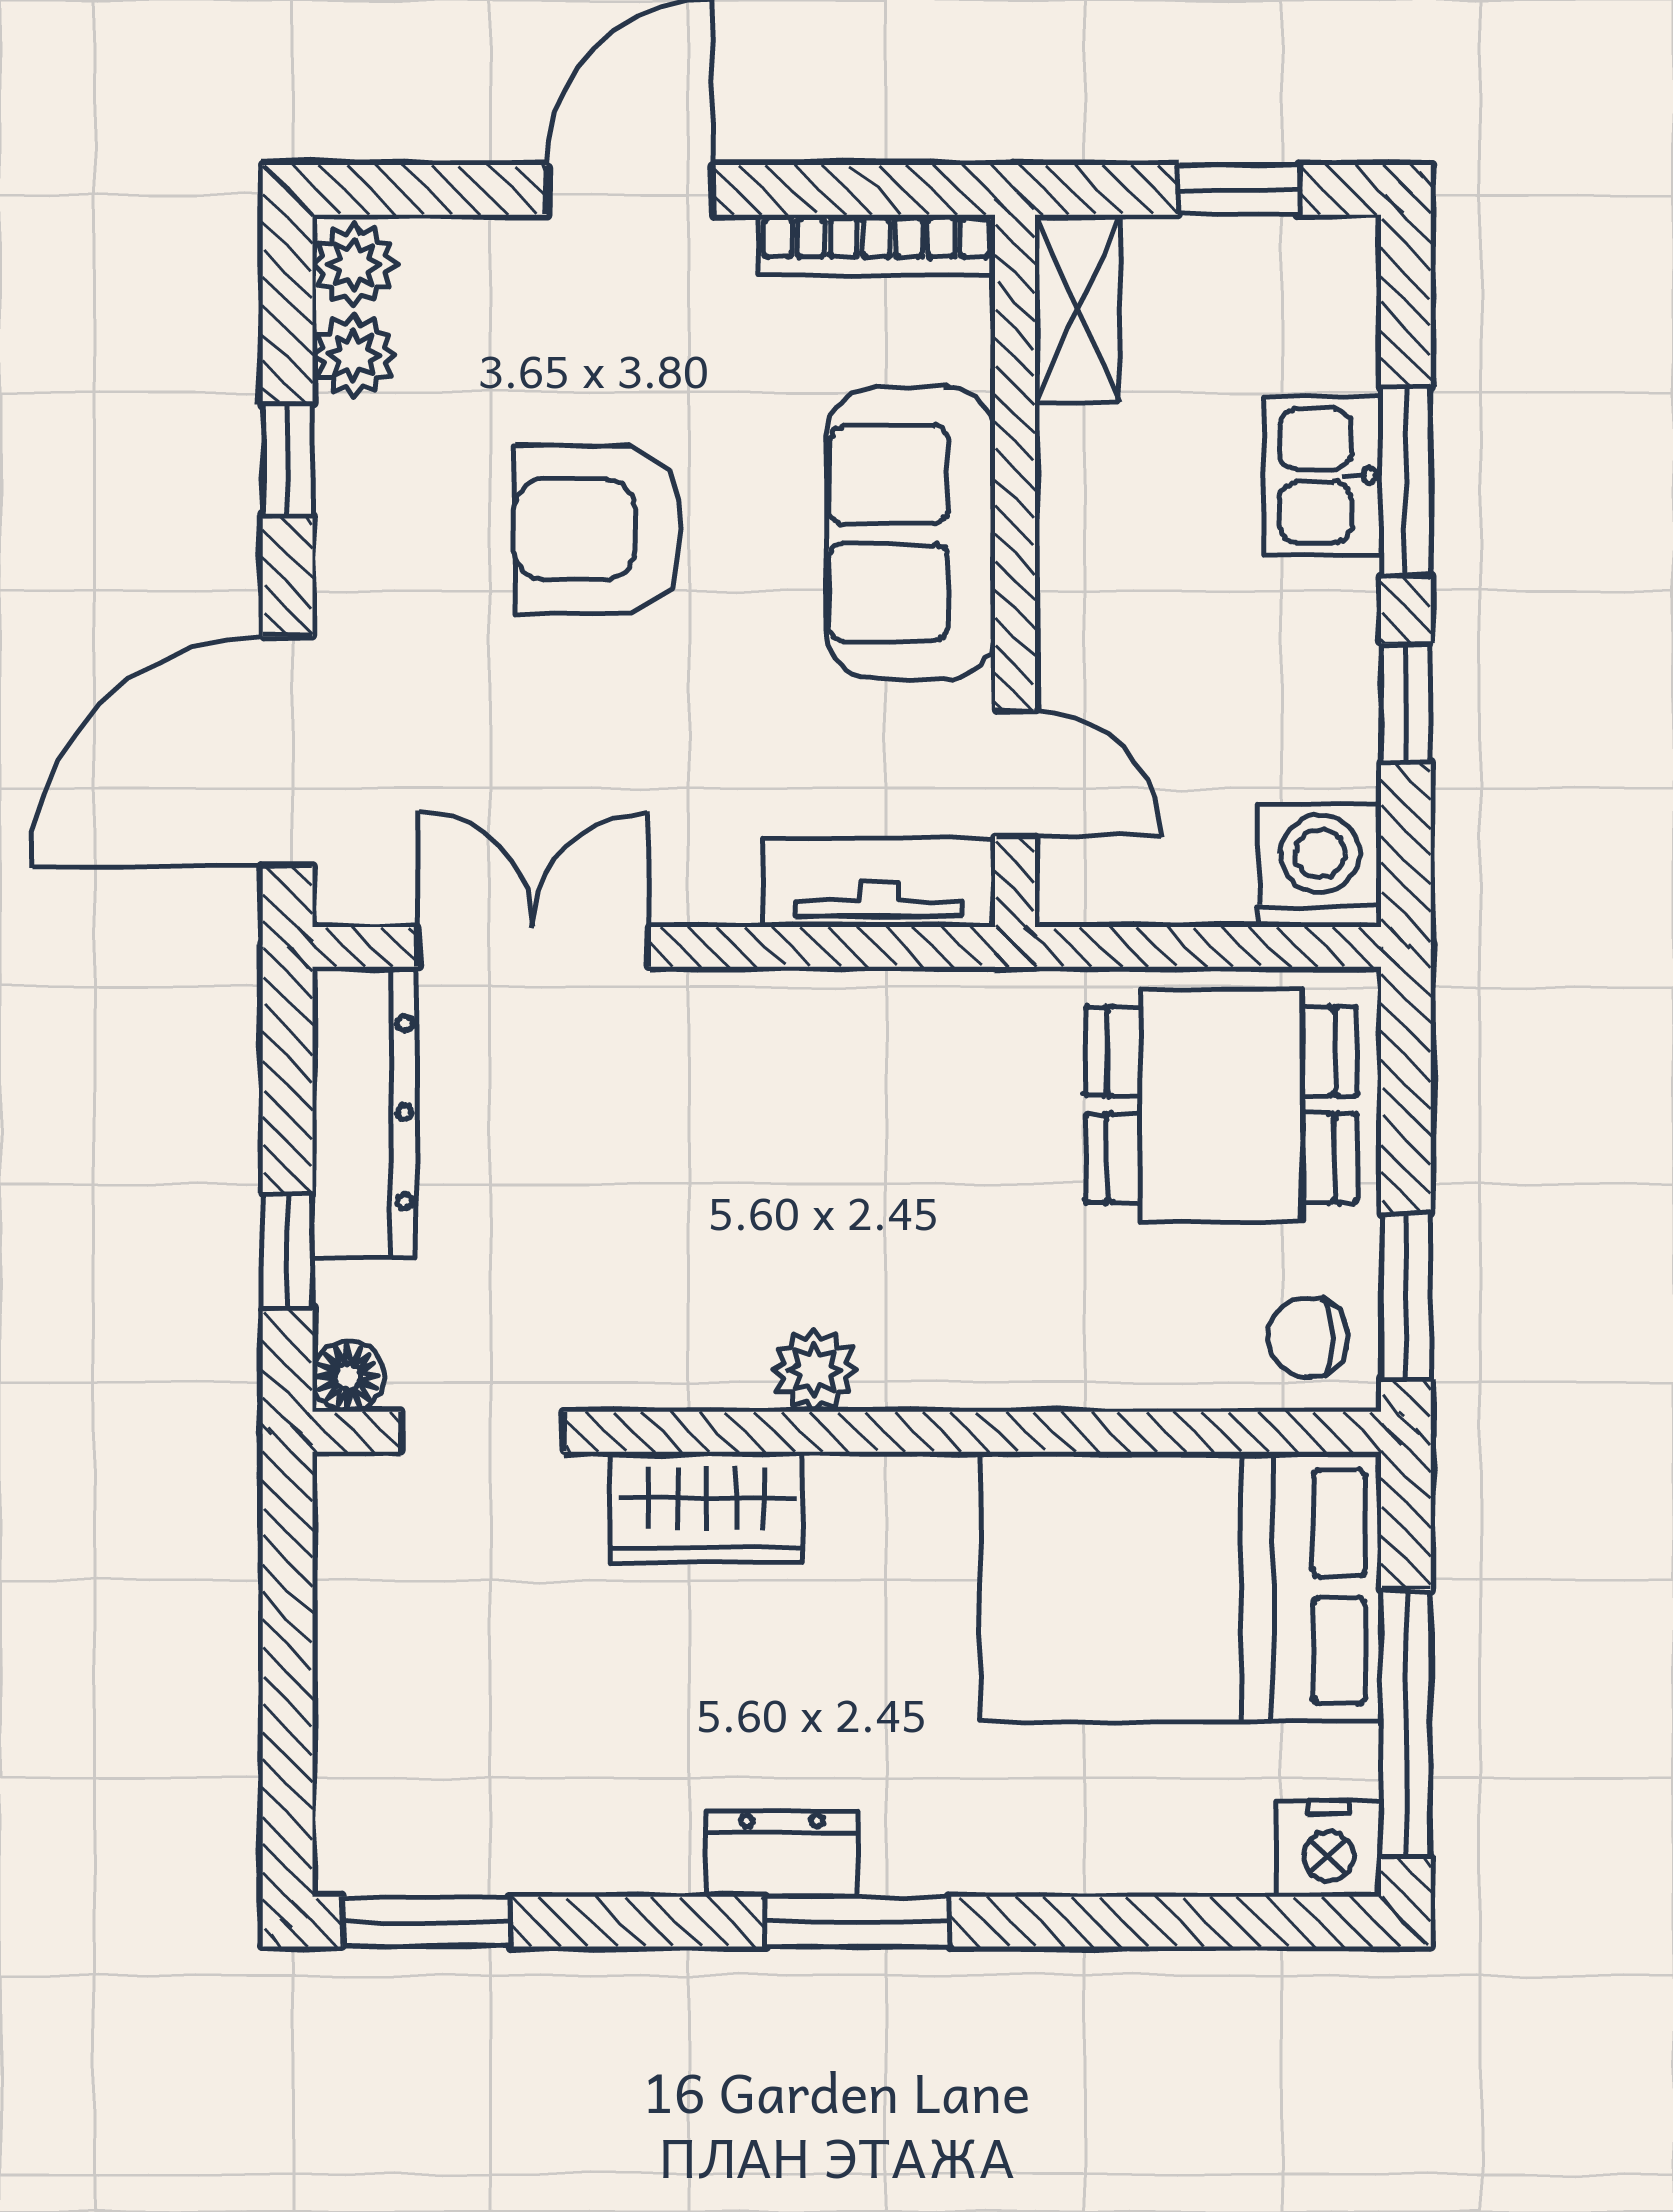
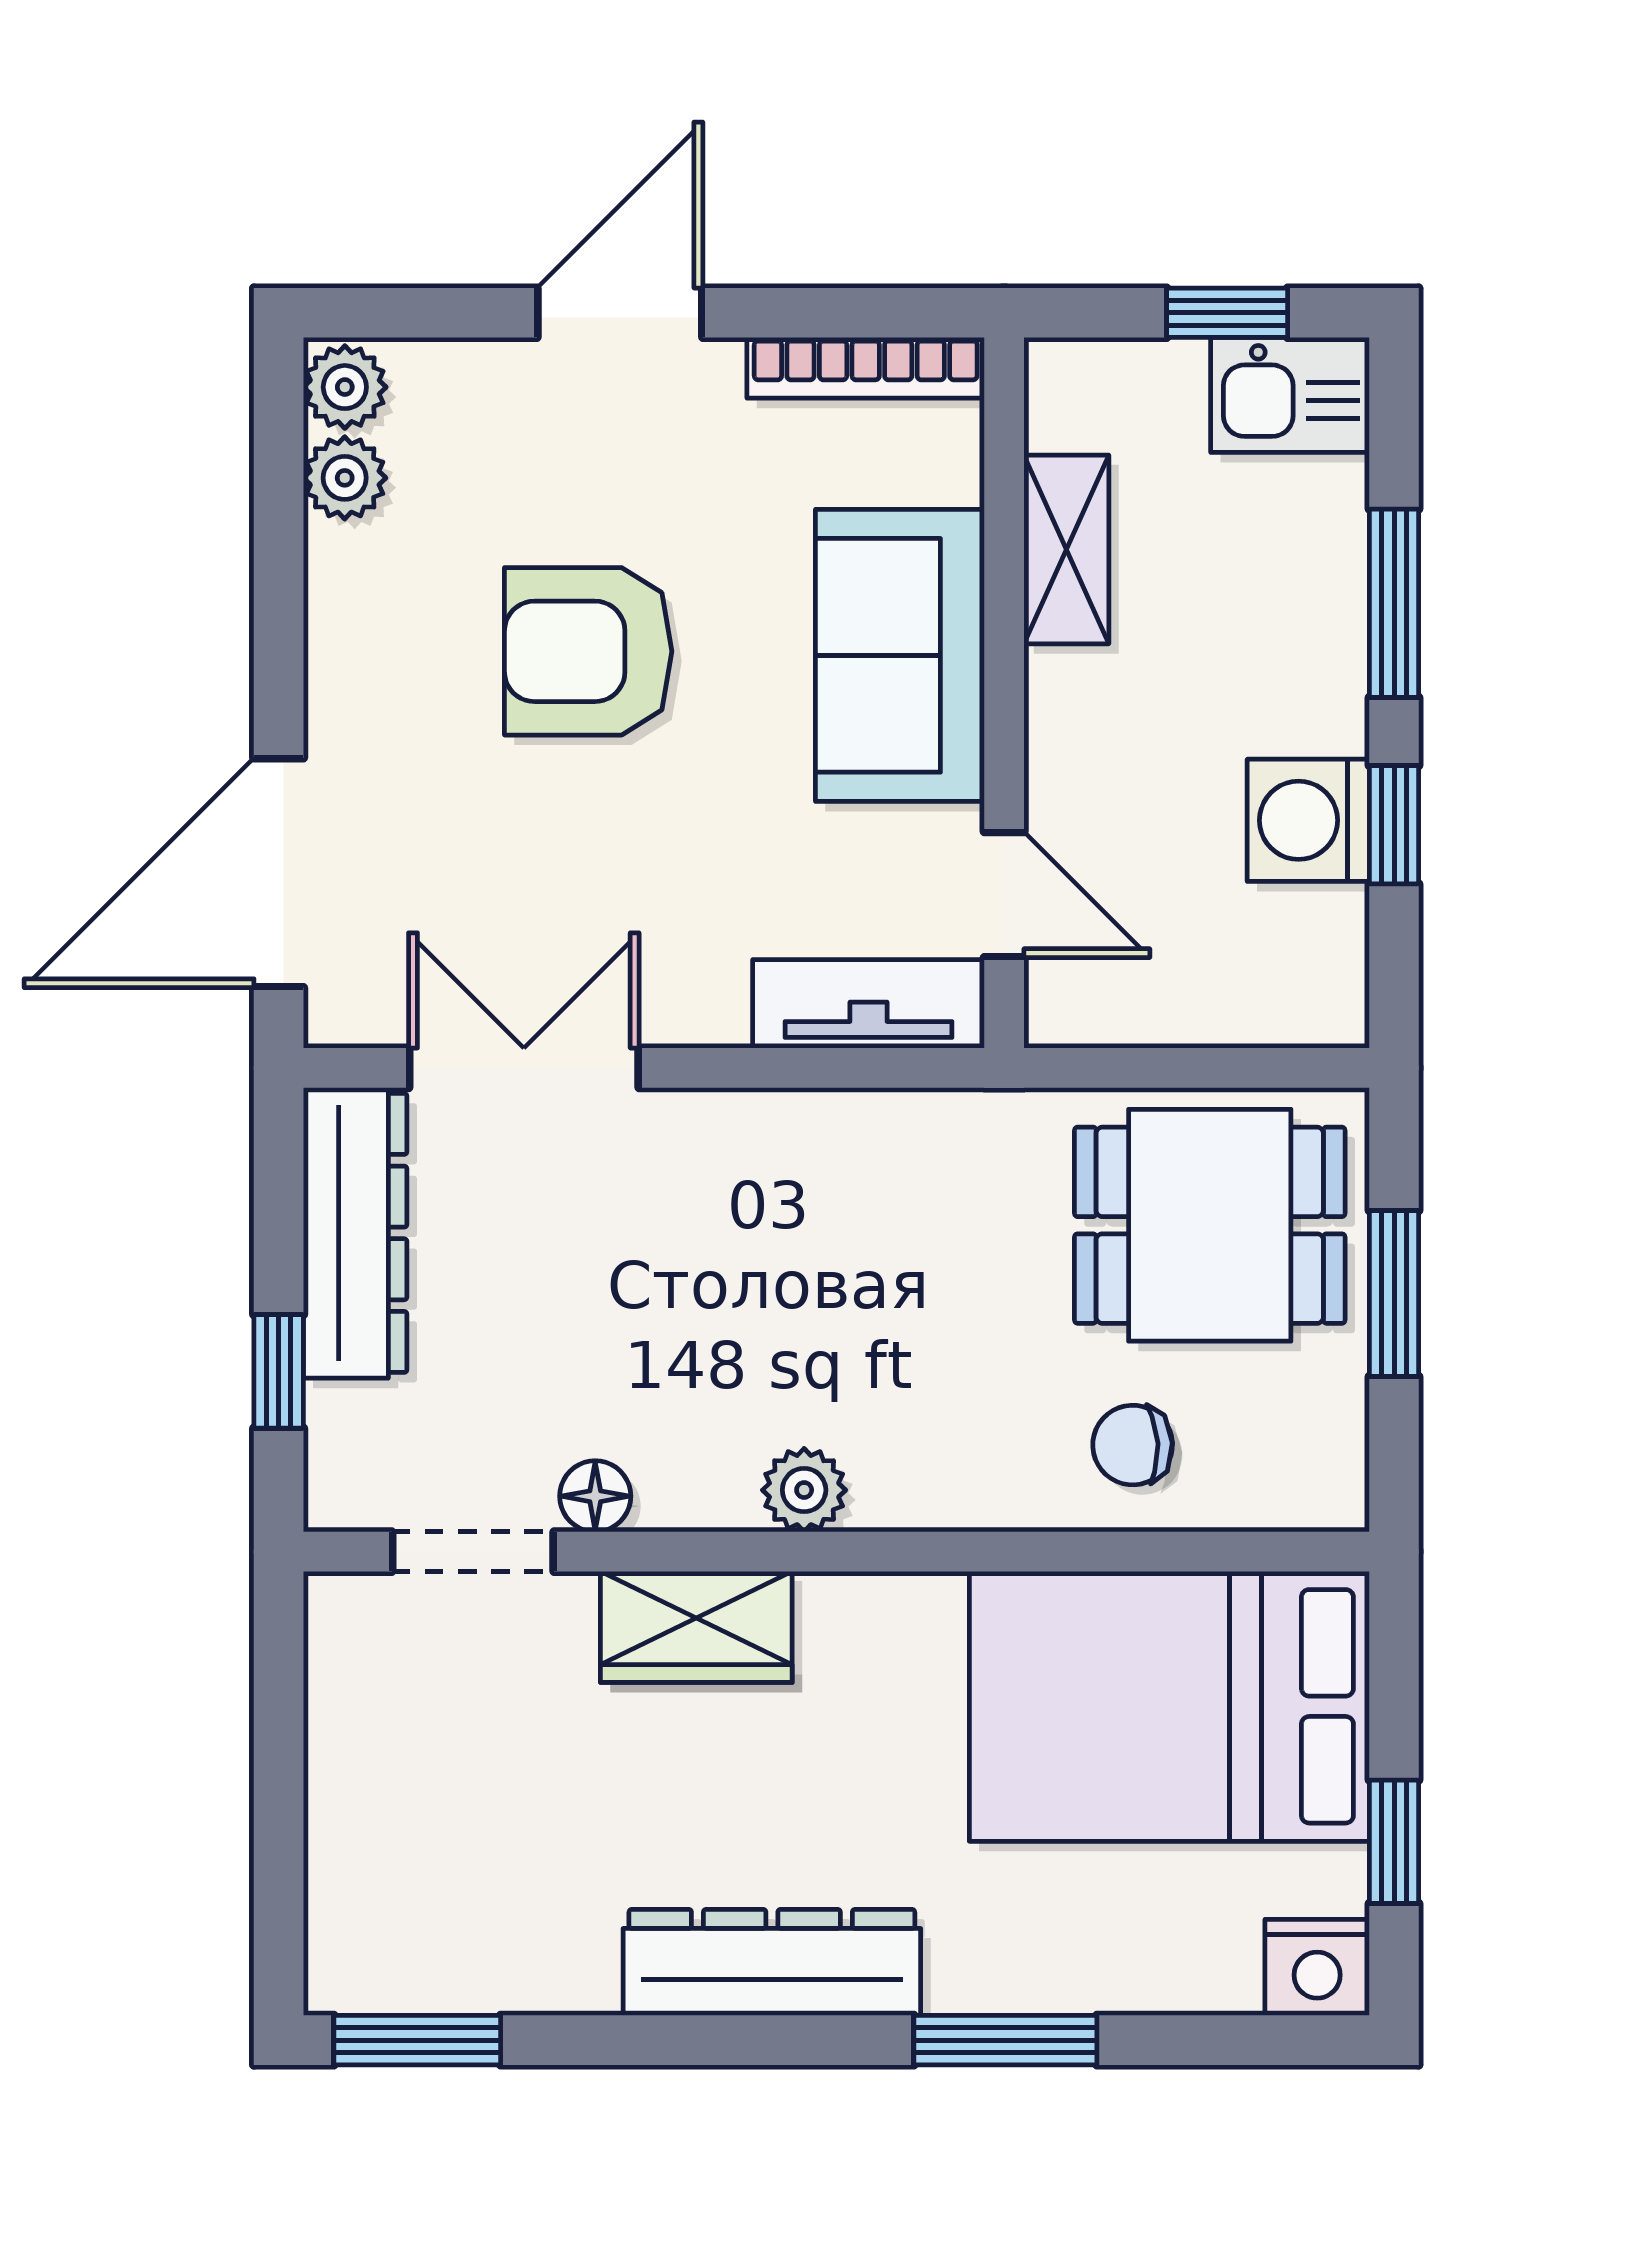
shelving: (1077, 309) -> (1066, 549), moved
window: (288, 460) -> (279, 582), removed
kitchen sink: (1323, 476) -> (1290, 395), moved, turned -90
washing machine: (1320, 866) -> (1308, 820), moved, turned -90
window: (1406, 1296) -> (1394, 1294), moved
chair: (1309, 1338) -> (1133, 1445), moved
floor lamp: (348, 1376) -> (595, 1496), moved
window: (1406, 1723) -> (1394, 1842), width x0.46
dresser: (782, 1854) -> (772, 1962), width x1.96, depth x1.24
window: (858, 1922) -> (1005, 2040), moved

